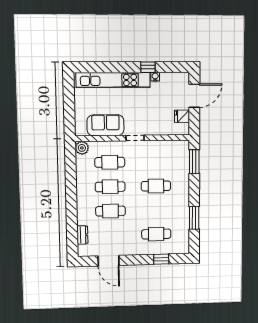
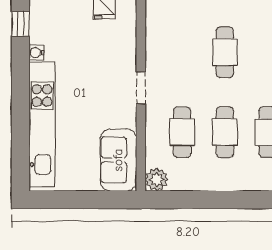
window: (148, 67) -> (20, 24), moved
sofa: (105, 125) -> (118, 160), moved

